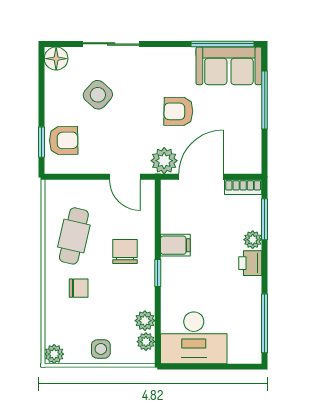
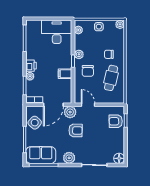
plant: (166, 60) -> (69, 158), added
side table: (98, 95) -> (35, 123), moved
armchair: (178, 111) -> (76, 130), moved
plant: (145, 321) -> (79, 54), moved

